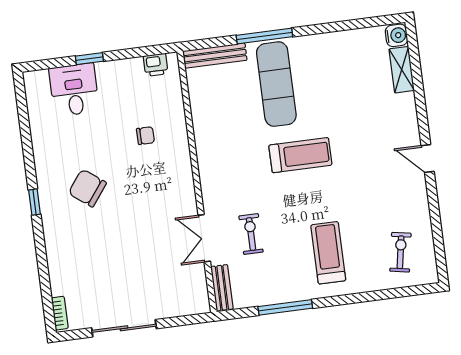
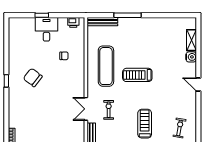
water cooler: (397, 35) -> (191, 57), moved
exercise mat: (276, 84) -> (106, 66), moved
desk: (74, 90) -> (46, 29), moved
treadmill: (300, 155) -> (137, 75), turned 180

